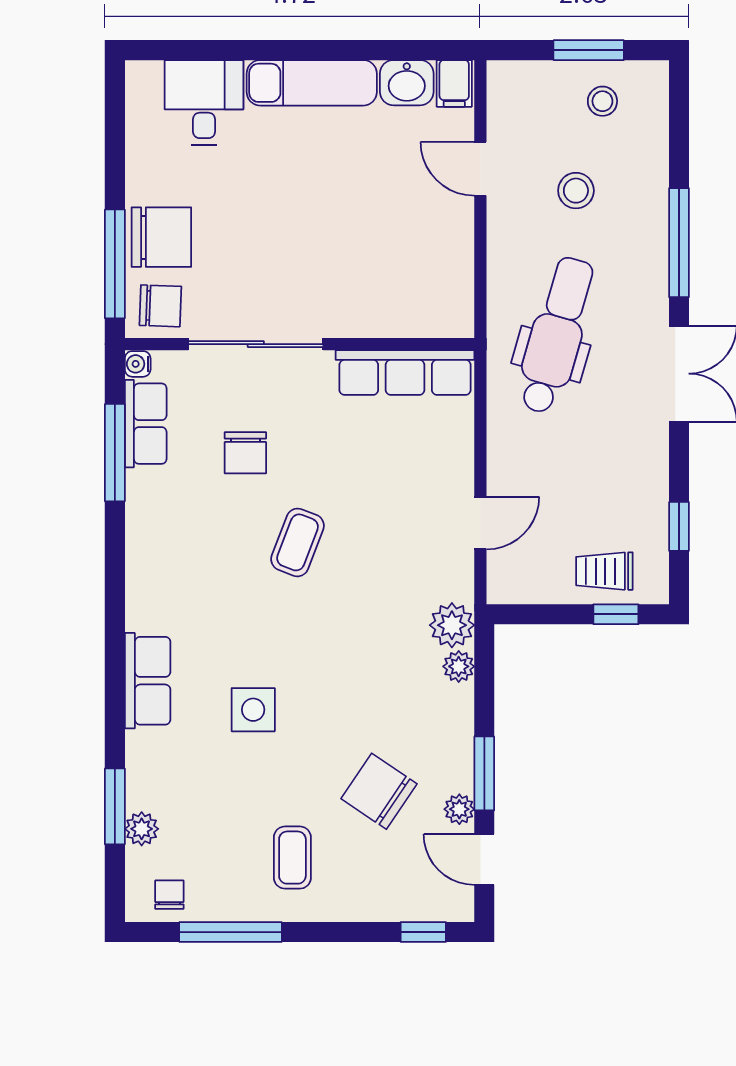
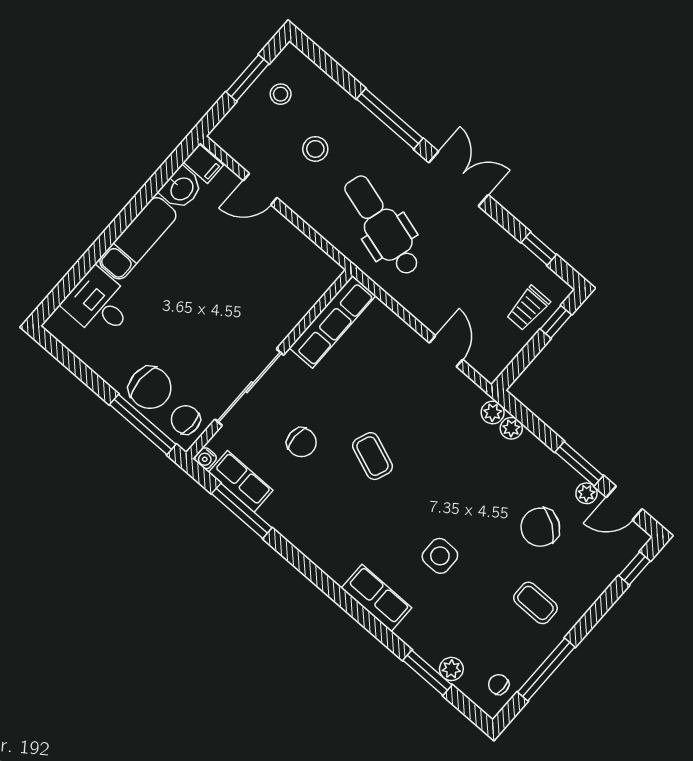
chair: (161, 237) -> (150, 388), turned 90
chair: (160, 306) -> (186, 420), turned -92
plant: (452, 625) -> (493, 412), width x0.73, depth x0.73

